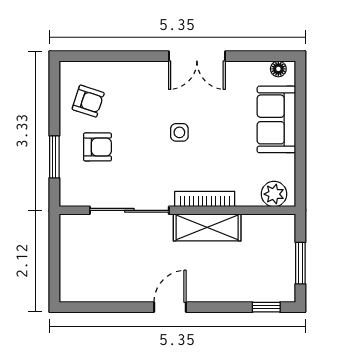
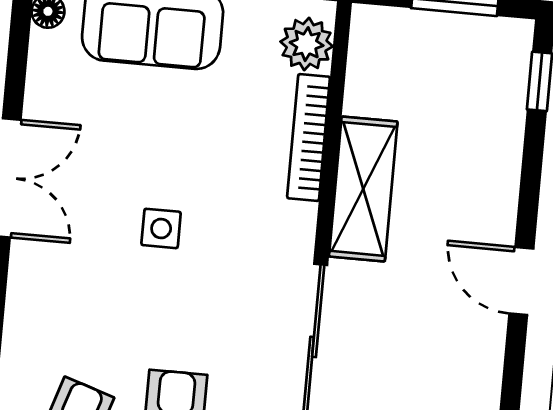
bookcase: (205, 199) -> (309, 137), moved

